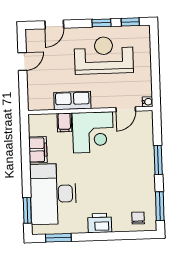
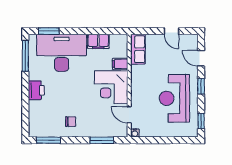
window: (102, 23) -> (201, 86), moved
reception desk: (104, 55) -> (174, 98), turned 180
row of seats: (72, 101) -> (138, 49), moved
window: (158, 160) -> (102, 140), moved
chair: (138, 218) -> (71, 122), moved
window: (58, 238) -> (25, 56), width x1.44

